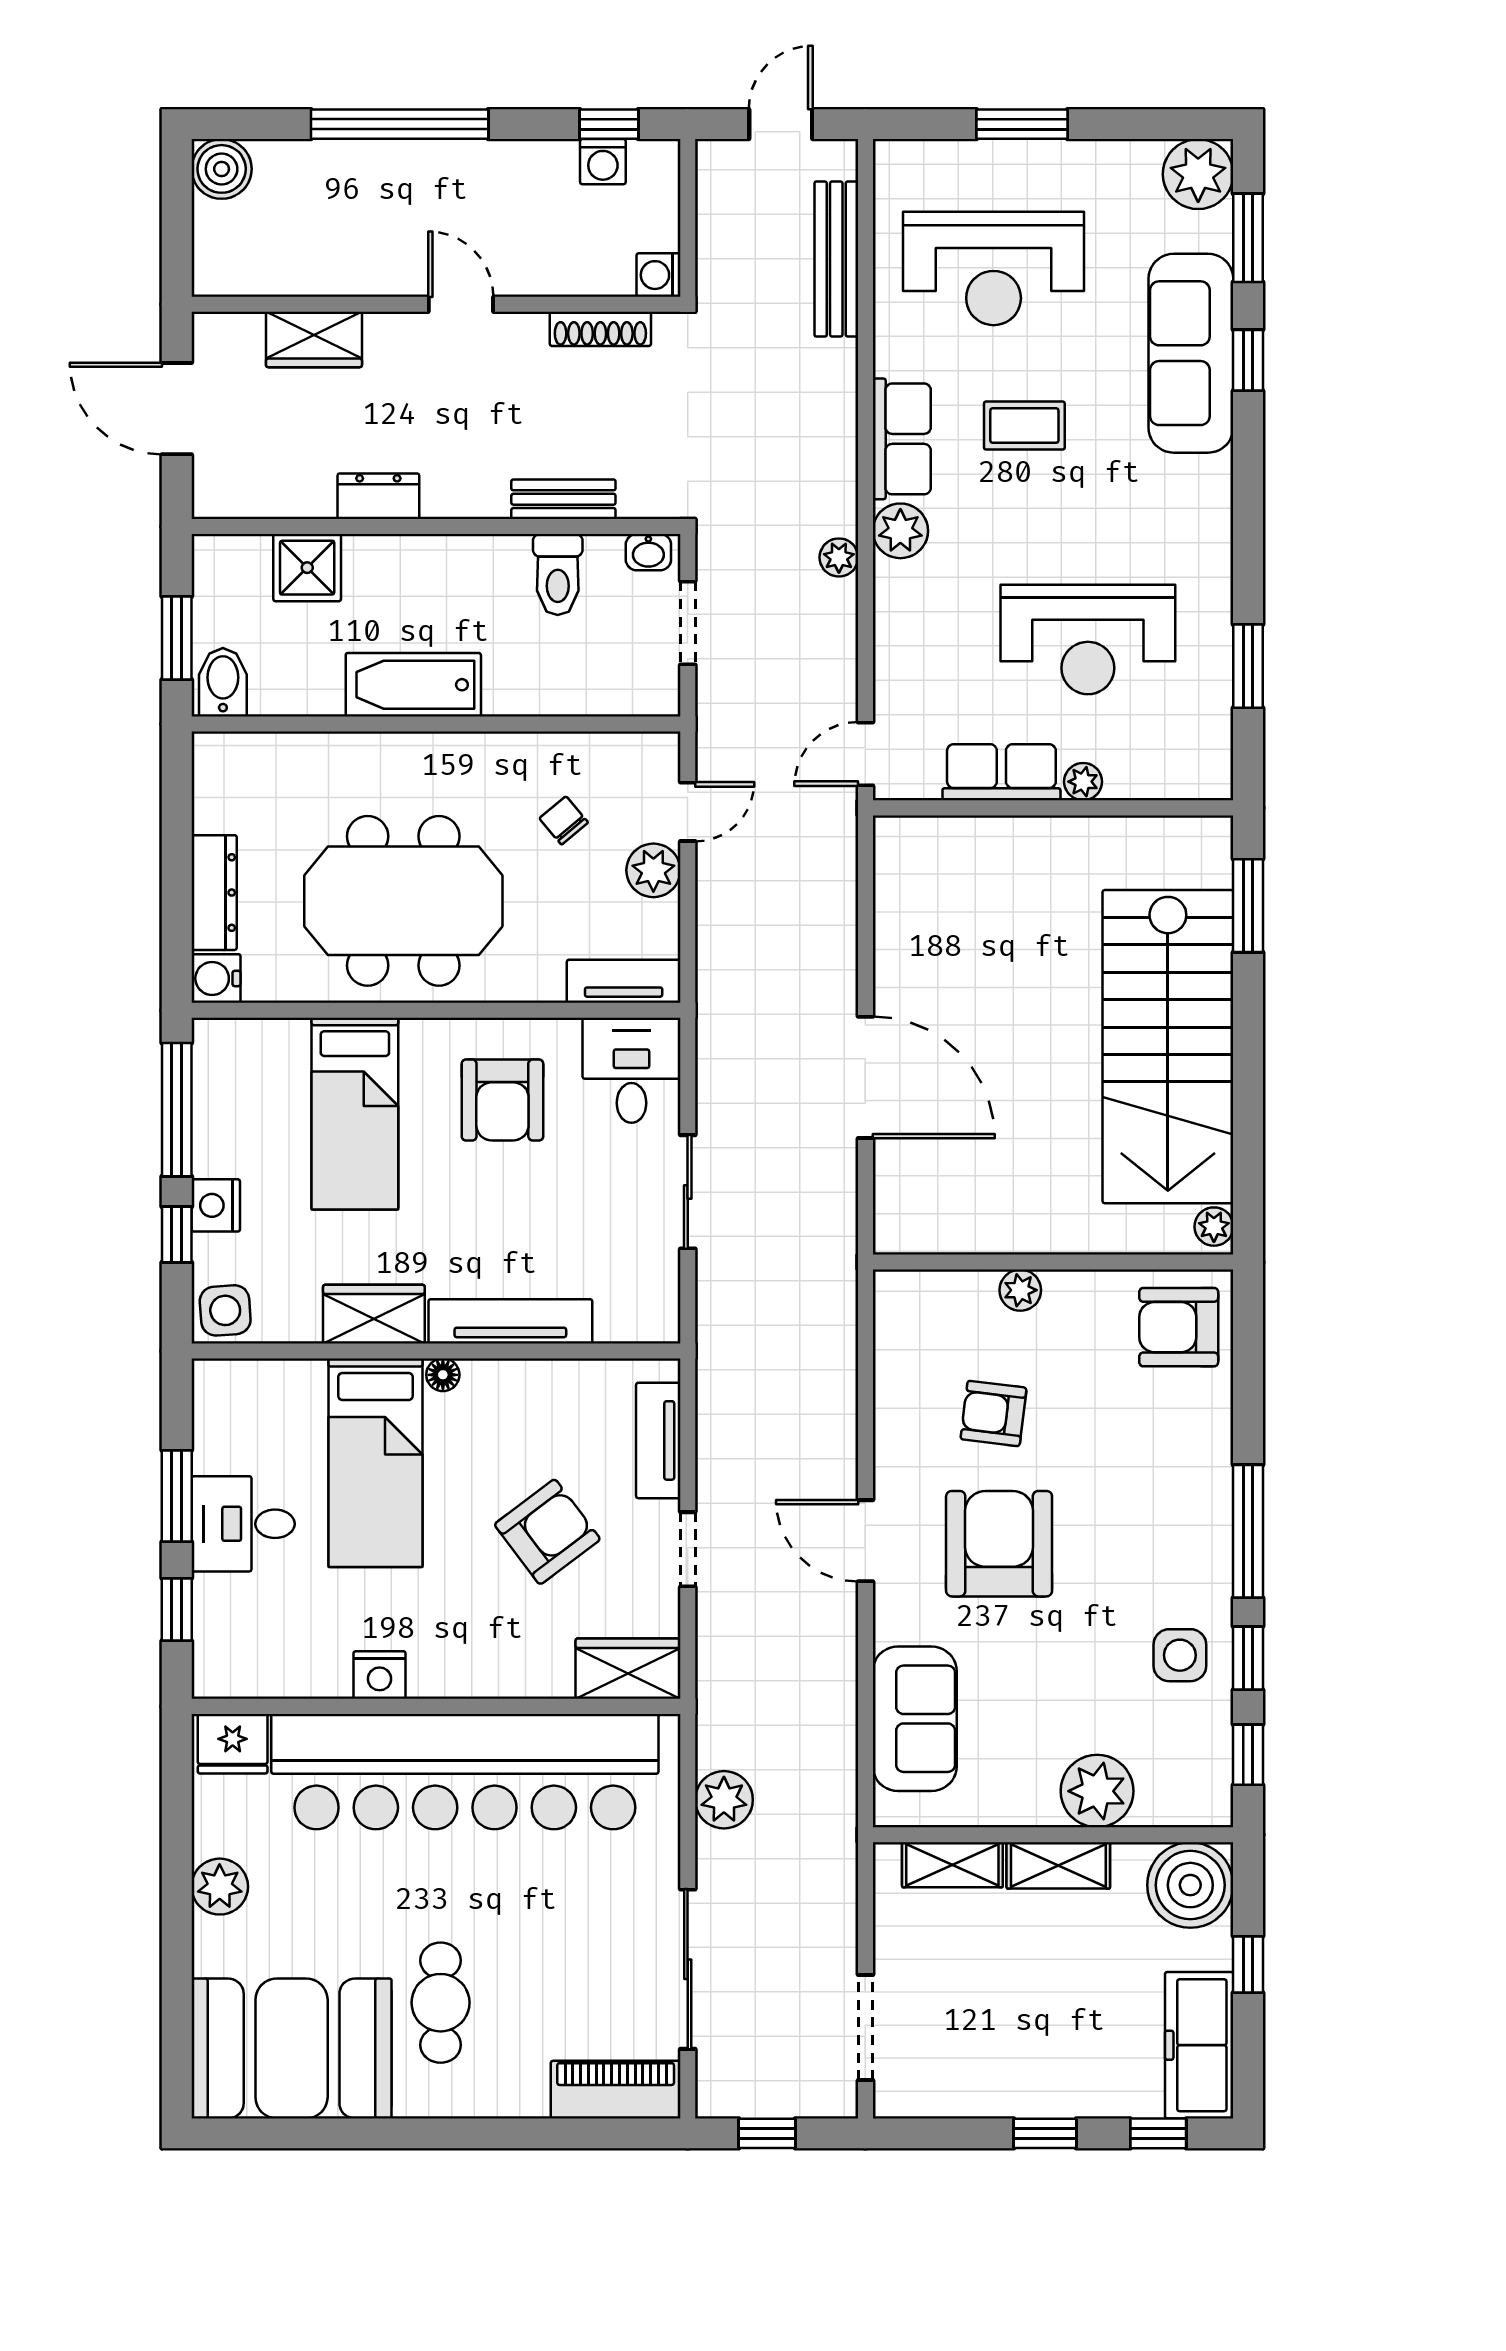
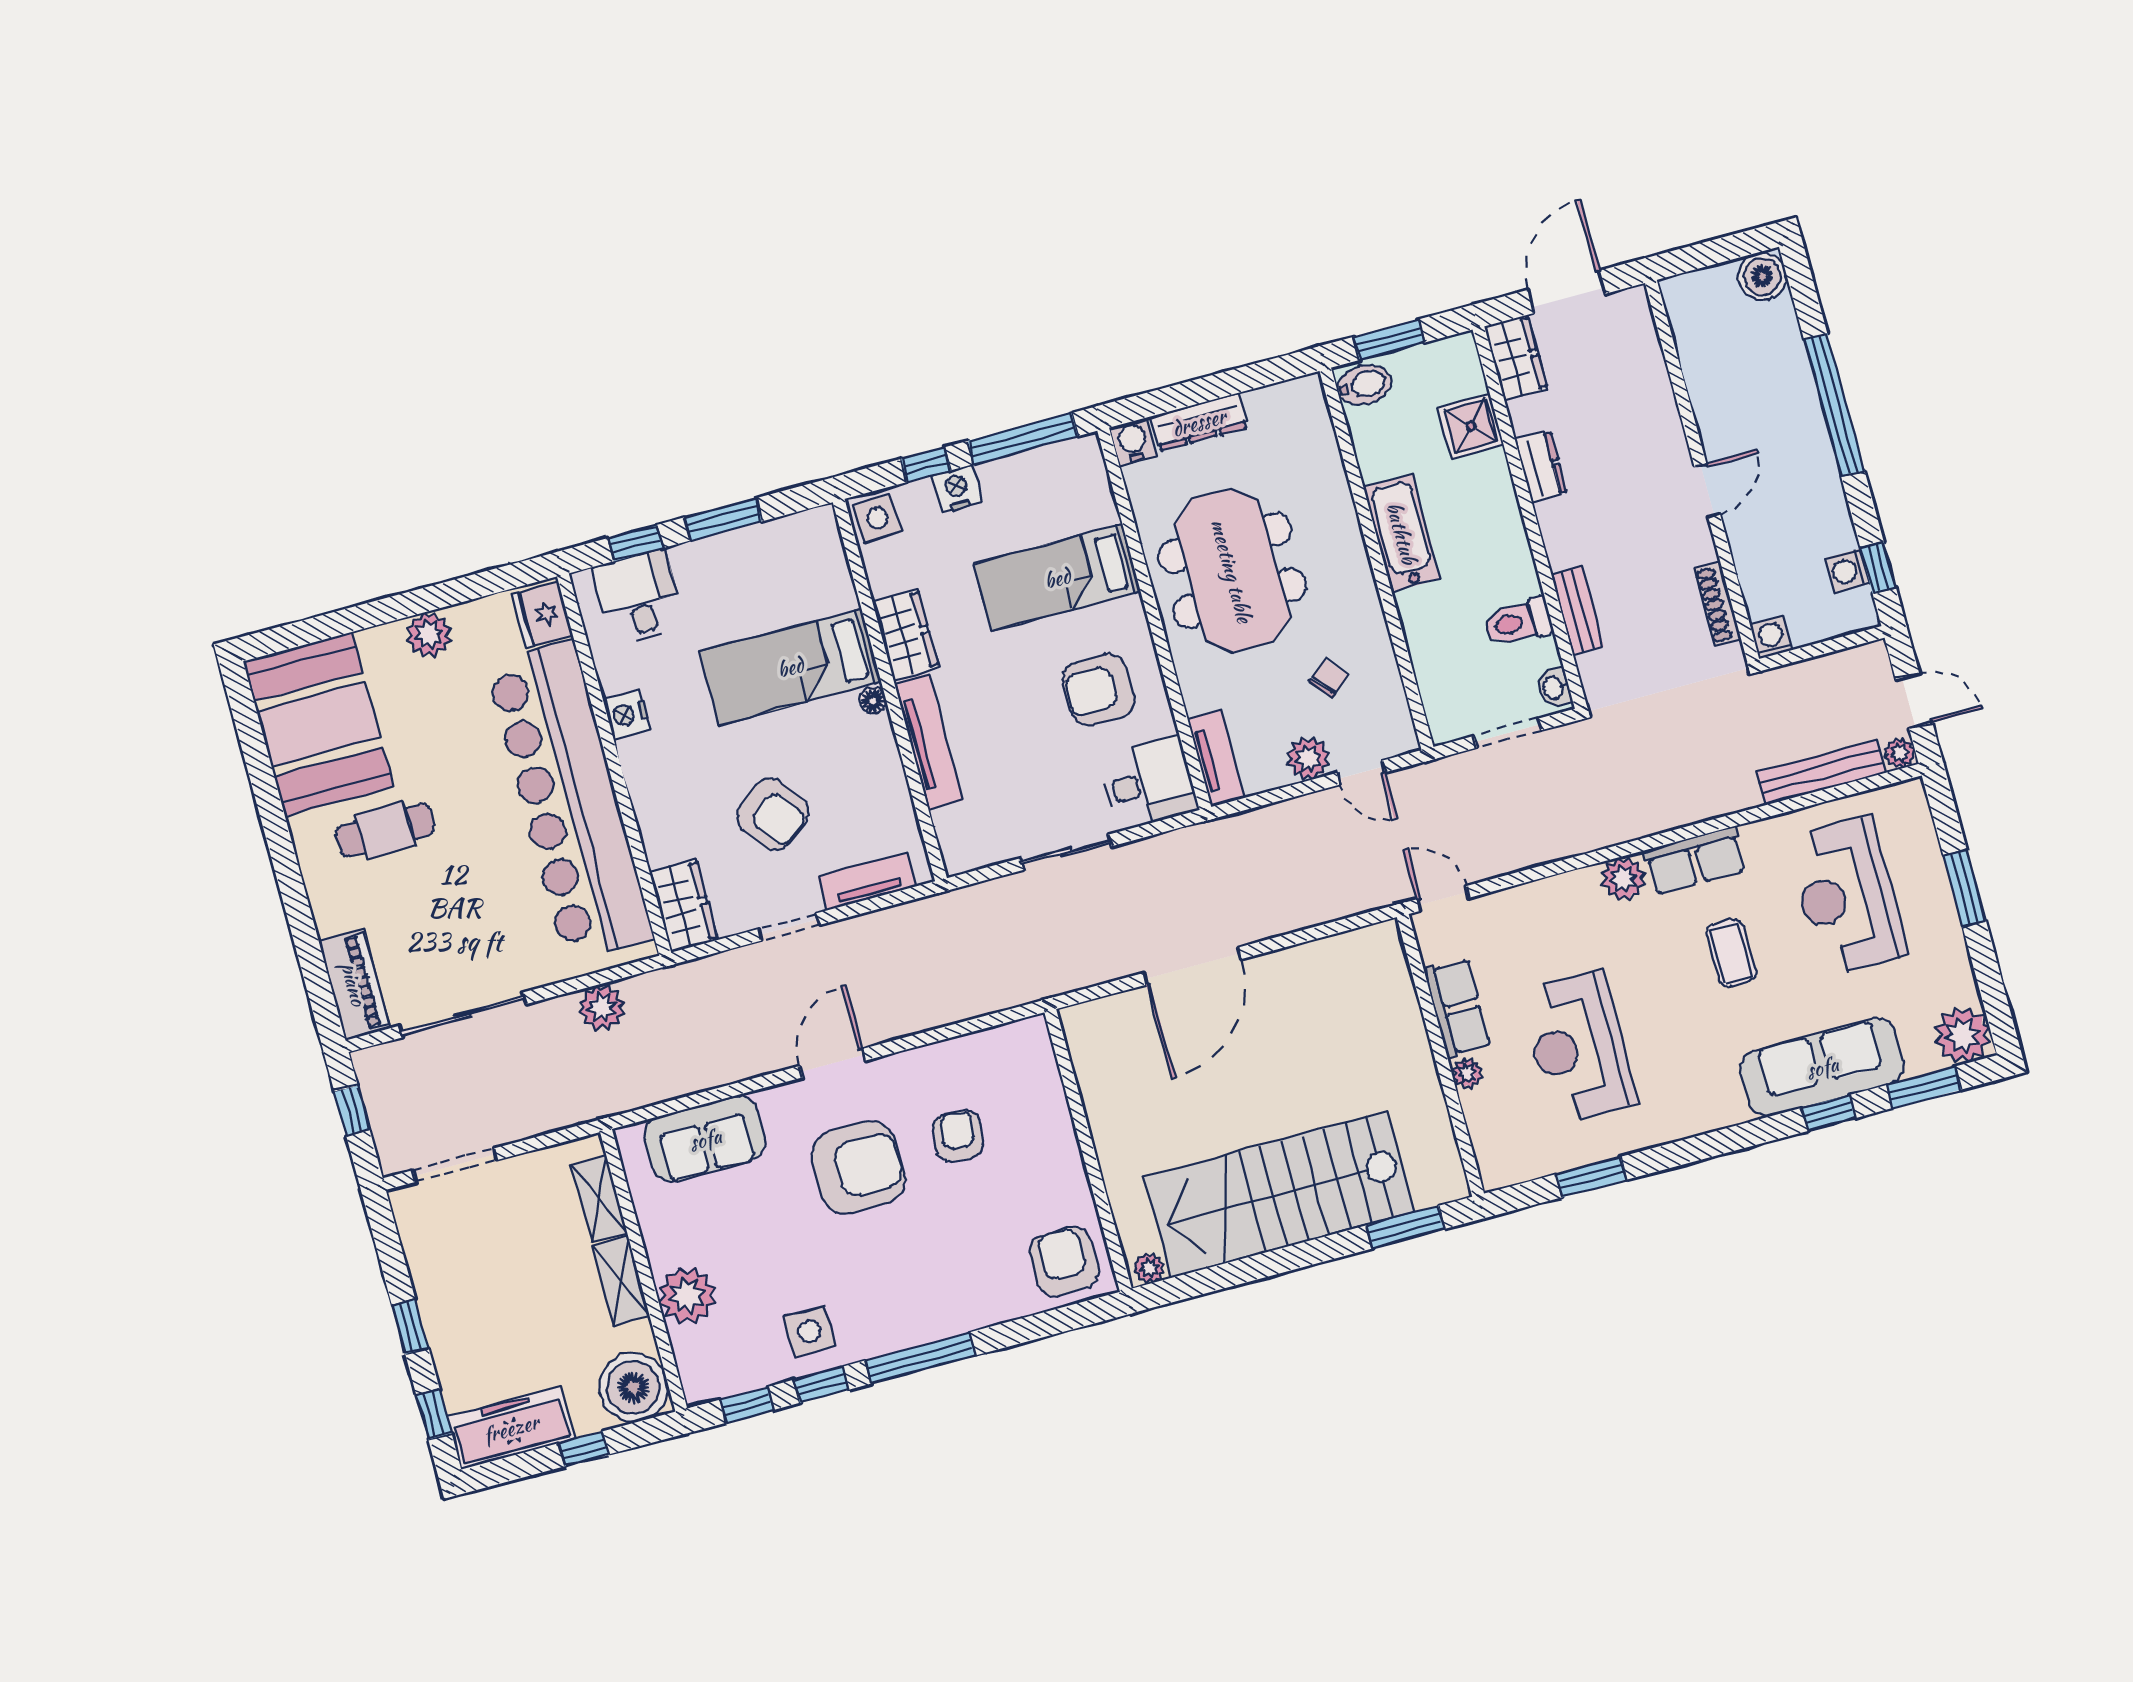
wardrobe: (314, 340) -> (1516, 358), moved, turned 180
plant: (839, 557) -> (1900, 753), moved
plant: (1020, 1290) -> (1059, 1131), removed
desk: (243, 1524) -> (638, 597), moved

